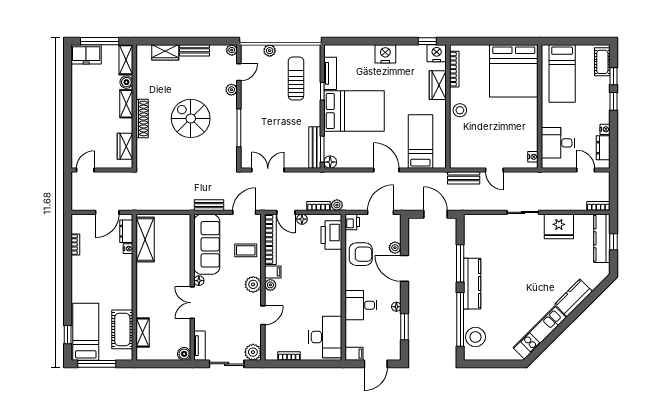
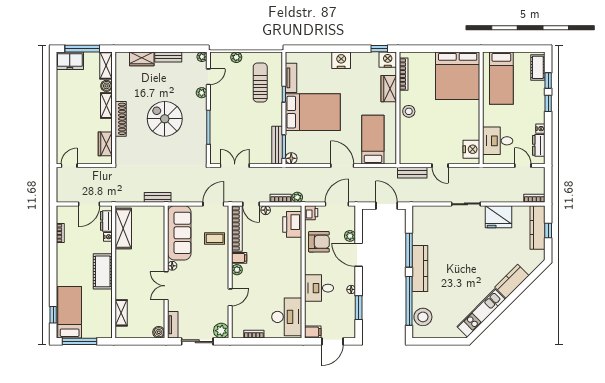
nightstand: (533, 157) -> (471, 149), width x1.89, depth x1.79
bench: (209, 205) -> (158, 197), moved
plant: (253, 284) -> (221, 269), removed
cot: (122, 329) -> (103, 271), moved

